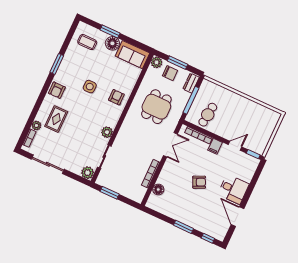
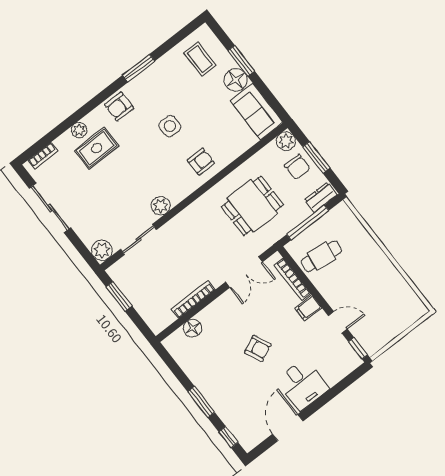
plant: (36, 126) -> (79, 130), moved

